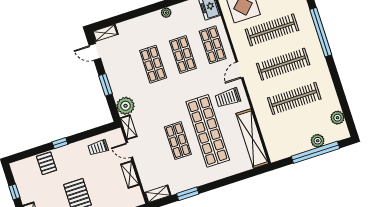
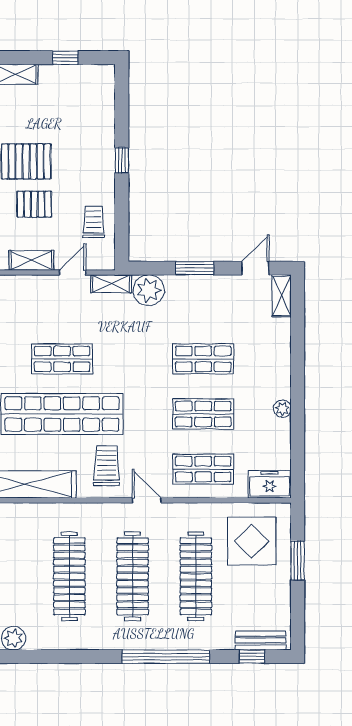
pallet: (46, 163) -> (34, 204), moved

